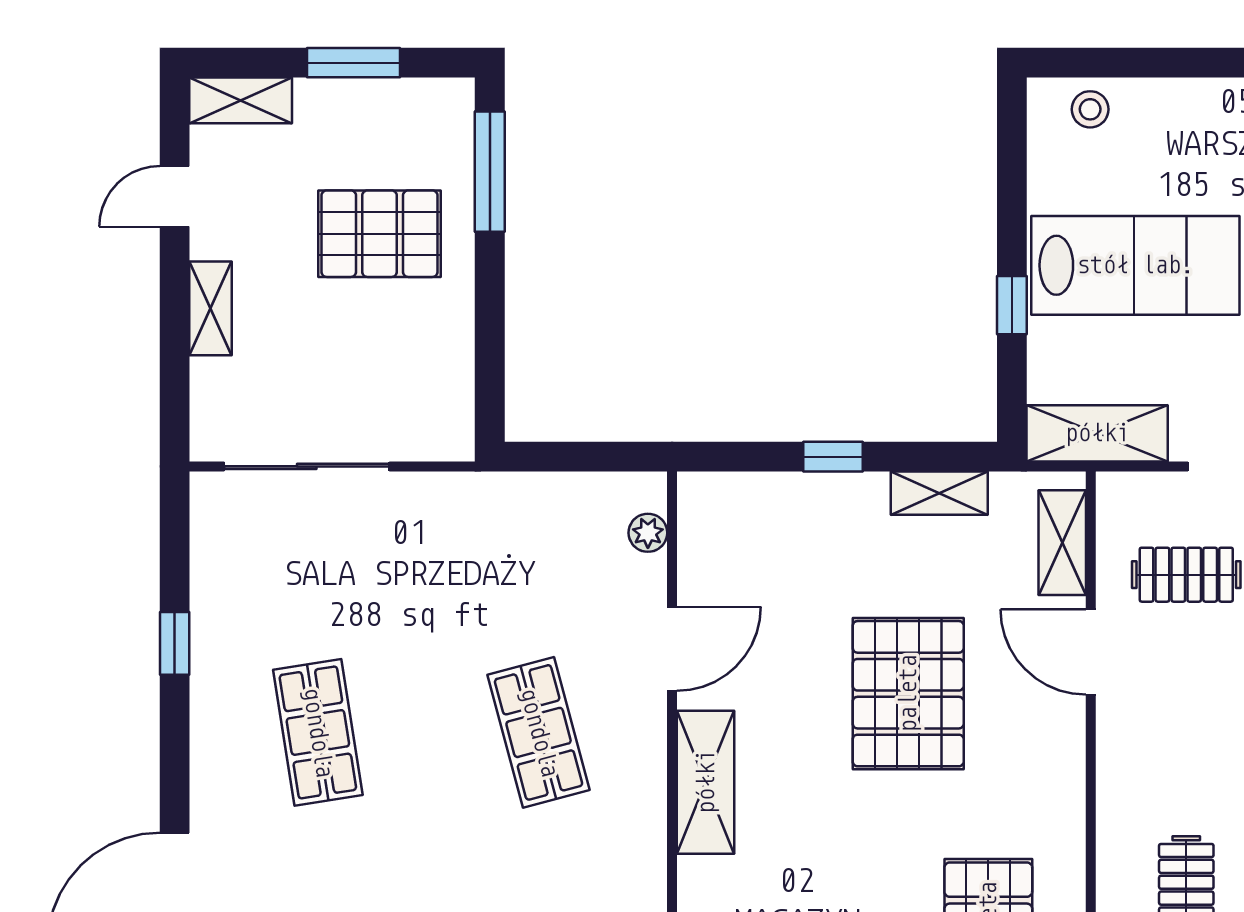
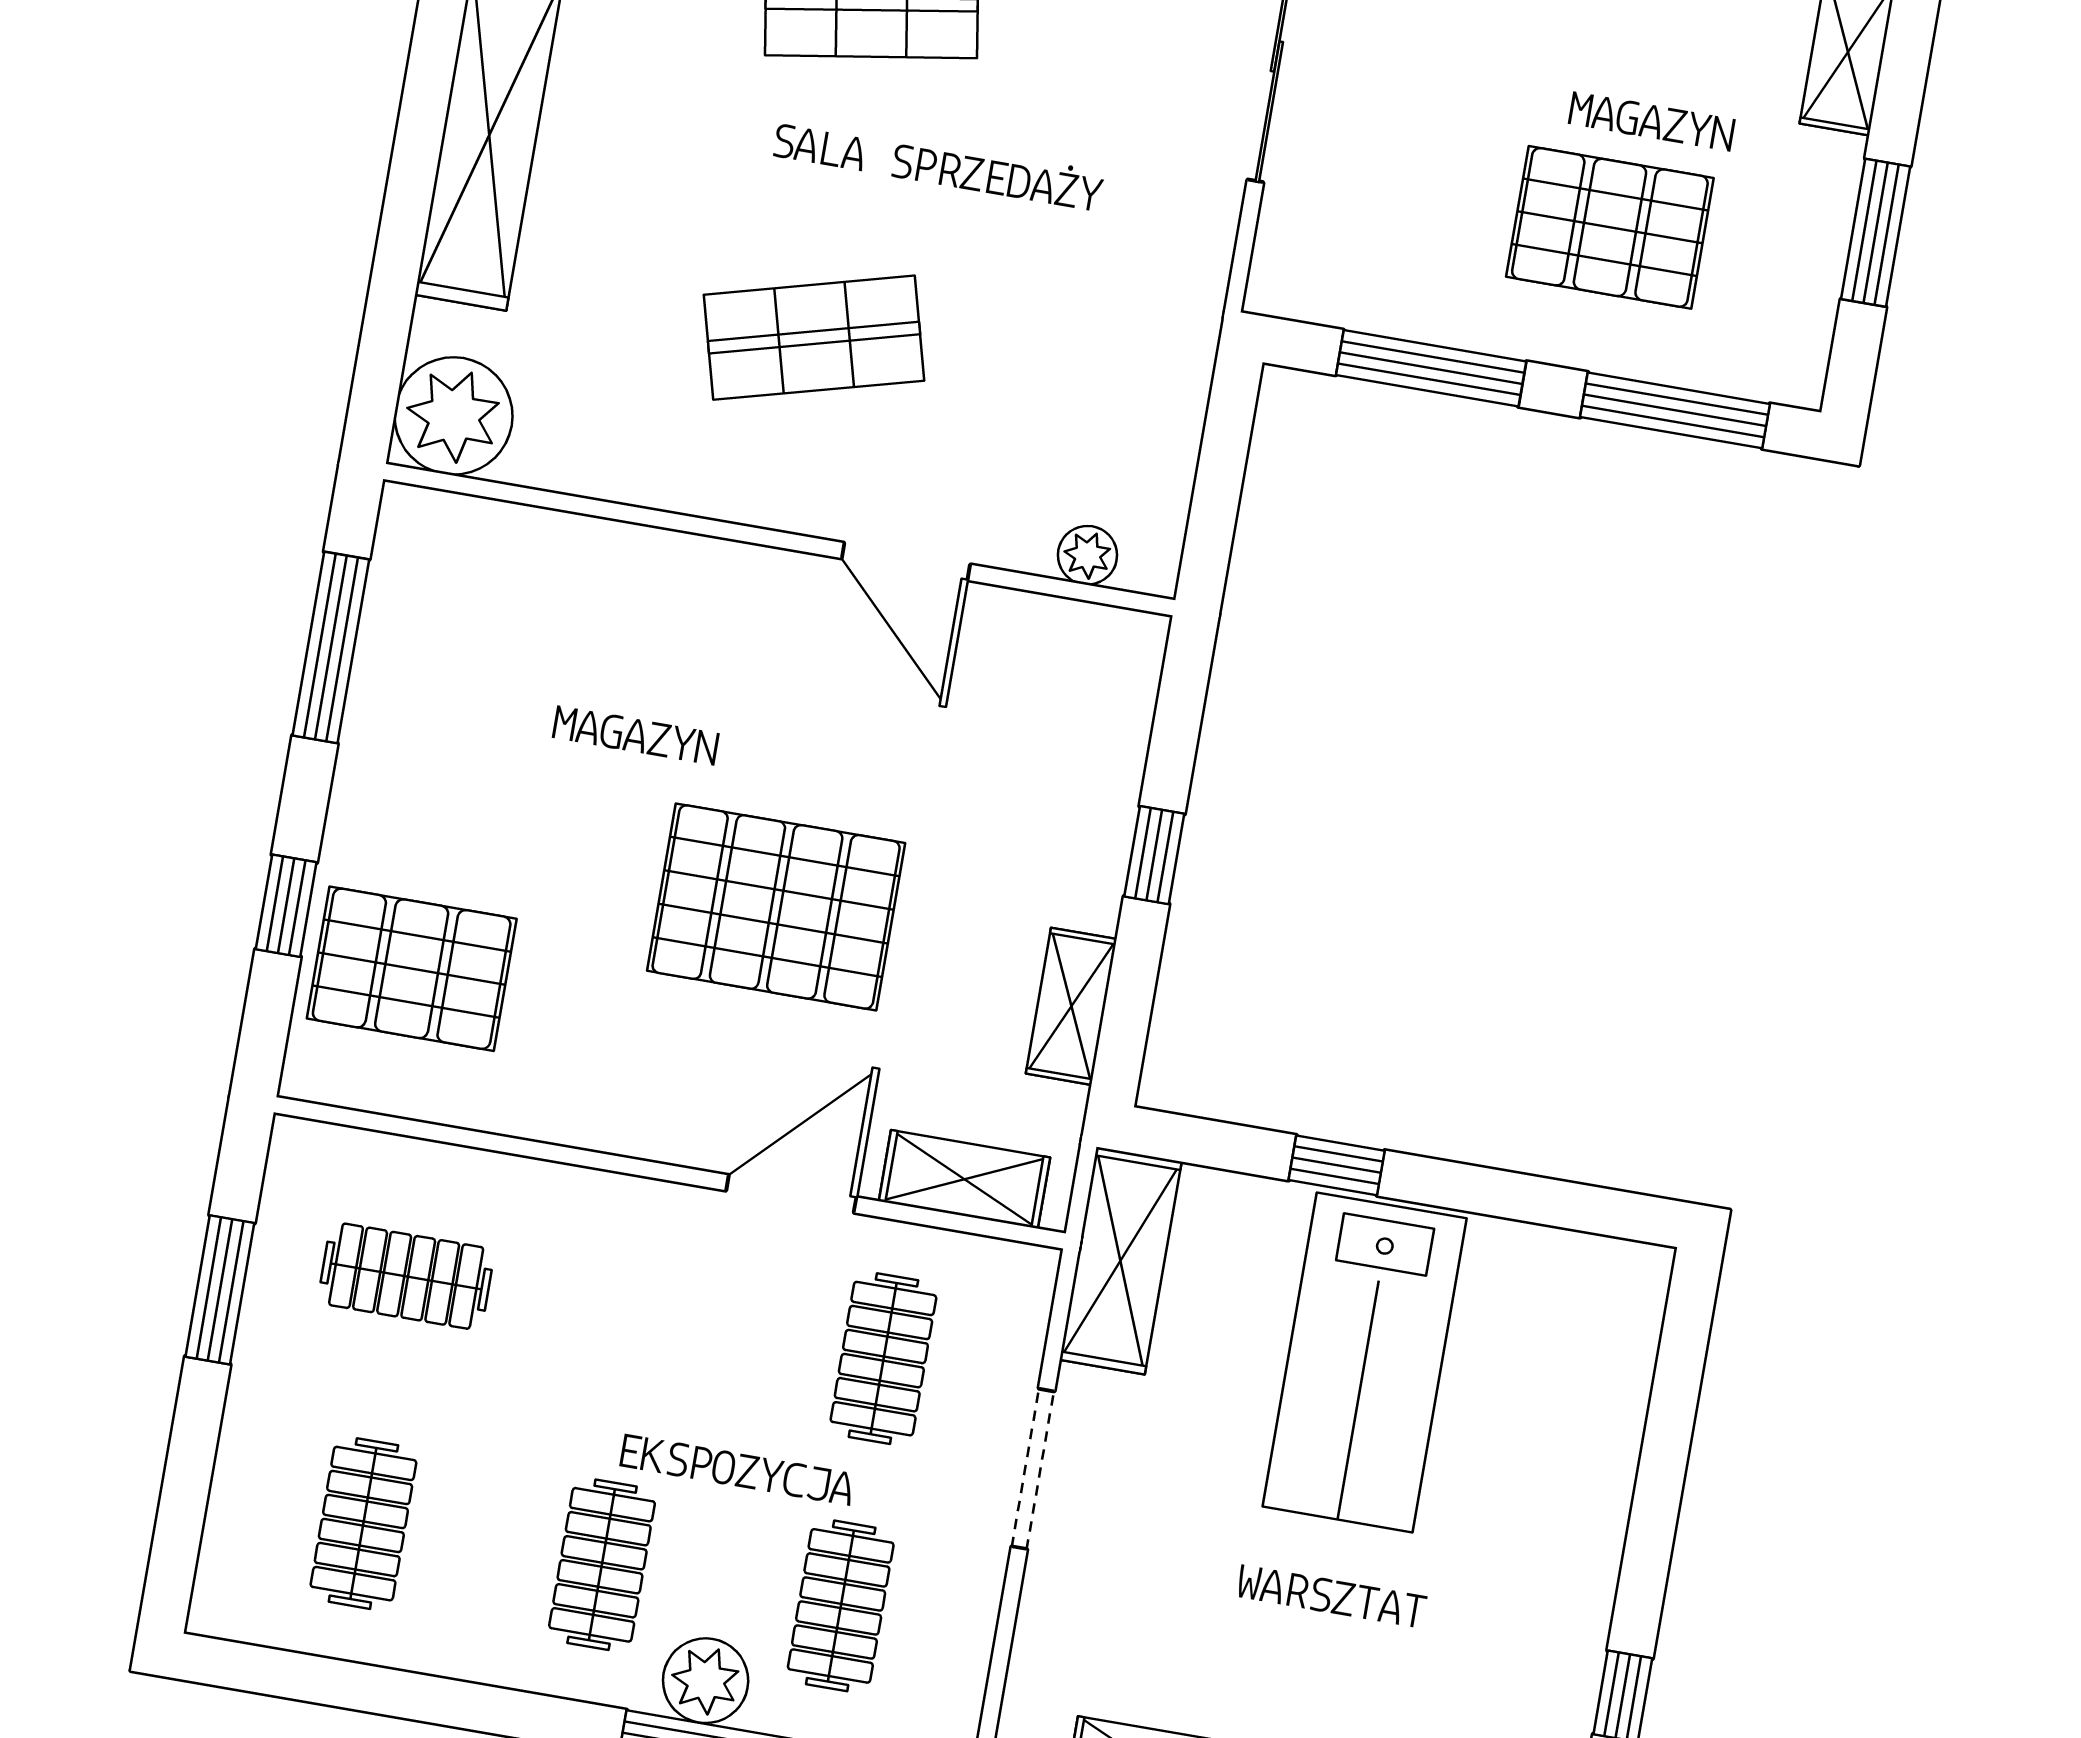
stool: (1090, 109) -> (1612, 1335), removed
pallet: (379, 234) -> (1610, 227), turned 90
window: (490, 333) -> (1431, 368), added
shelving: (706, 782) -> (695, 577), removed

